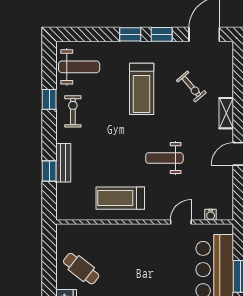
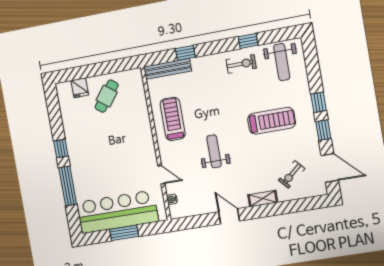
exercise bike: (191, 87) -> (292, 174), moved
treadmill: (142, 89) -> (272, 121), turned 180
bench: (63, 163) -> (168, 69), moved, width x1.36

